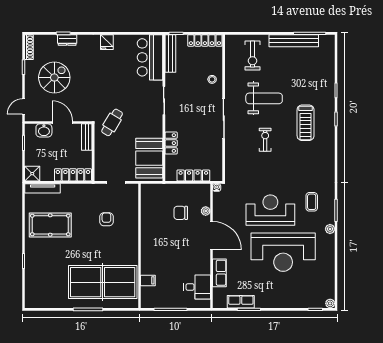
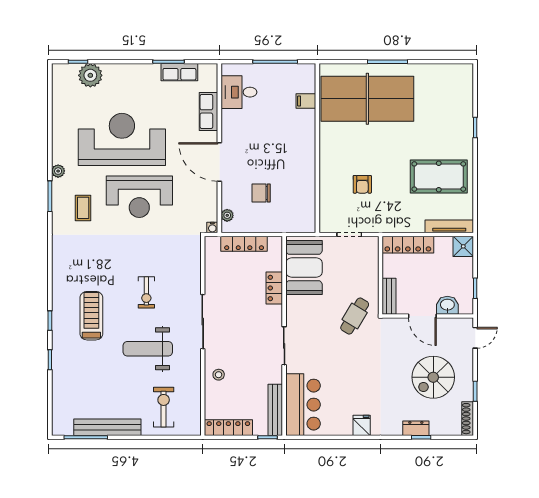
plant: (206, 211) -> (227, 215), moved
chair: (181, 213) -> (261, 193), turned 180
plant: (330, 303) -> (90, 75), moved, width x1.87, depth x1.87

